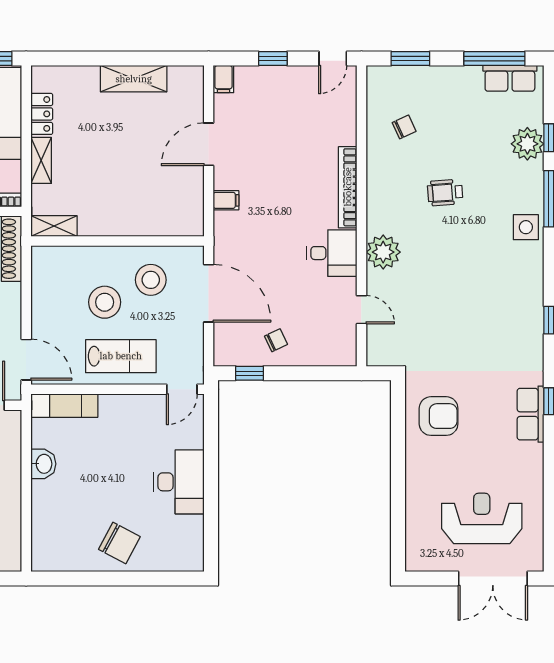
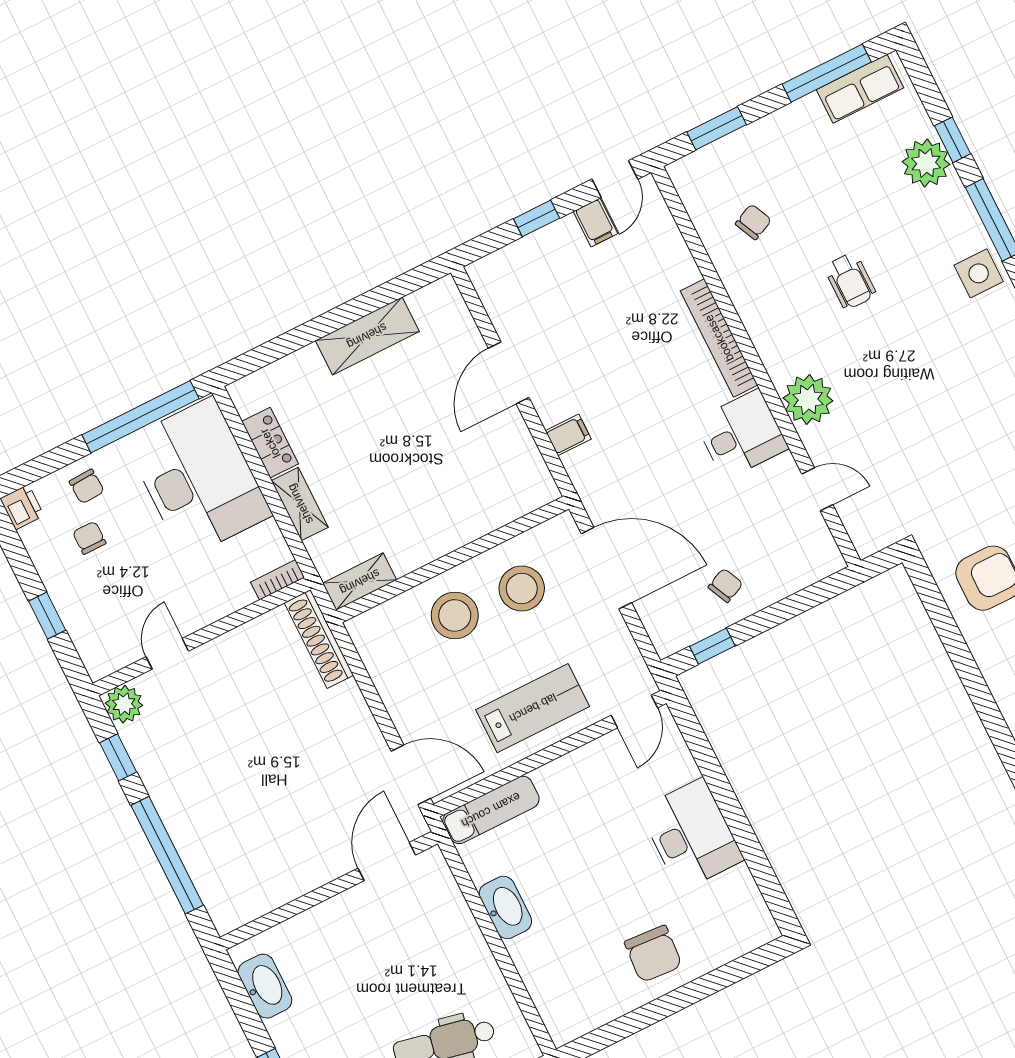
filing cabinet: (223, 79) -> (595, 222), moved
wheelchair: (445, 193) -> (850, 281), turned -86
stool: (105, 302) -> (455, 615), moved
washbasin: (43, 464) -> (505, 907), width x1.38
chair: (119, 543) -> (653, 954), turned 66

